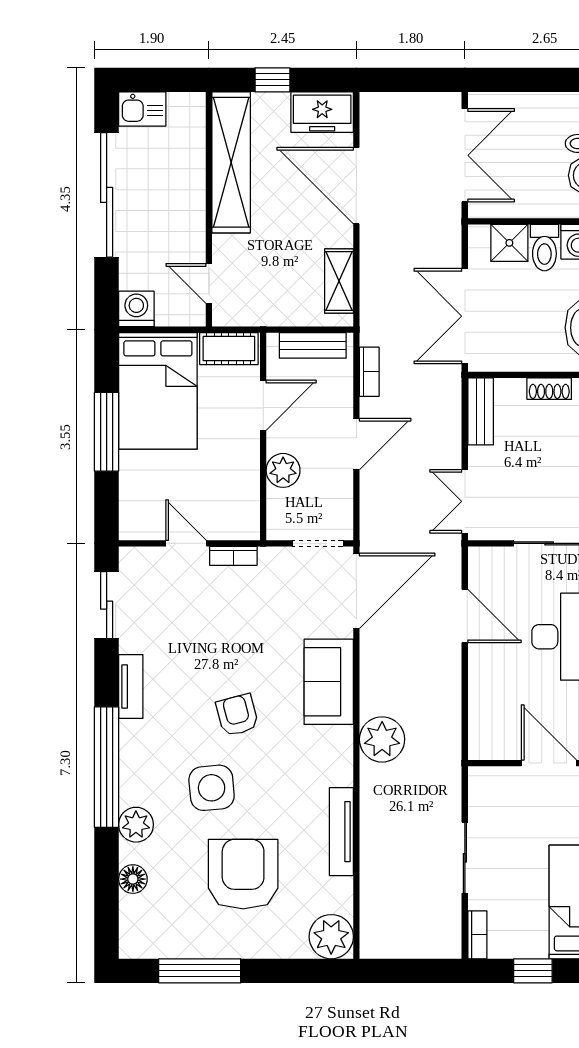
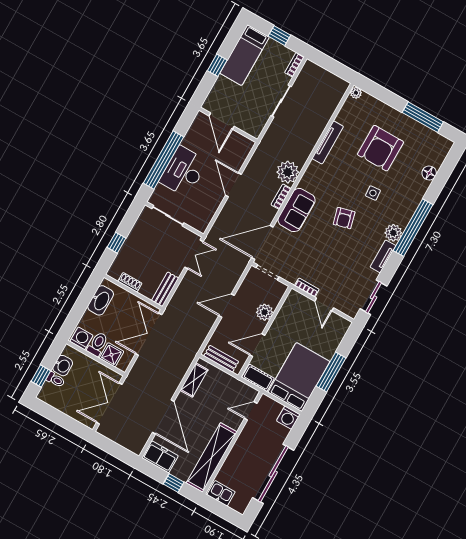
kitchen sink: (142, 109) -> (221, 493), moved
door: (209, 283) -> (251, 411), swing flipped
double door: (465, 316) -> (149, 334), swing flipped
bookcase: (369, 372) -> (281, 197), moved
door: (465, 616) -> (233, 185), moved
side table: (212, 788) -> (373, 193), width x0.54, depth x0.54
plant: (136, 825) -> (393, 233), moved
plant: (331, 937) -> (356, 93), width x0.53, depth x0.53

